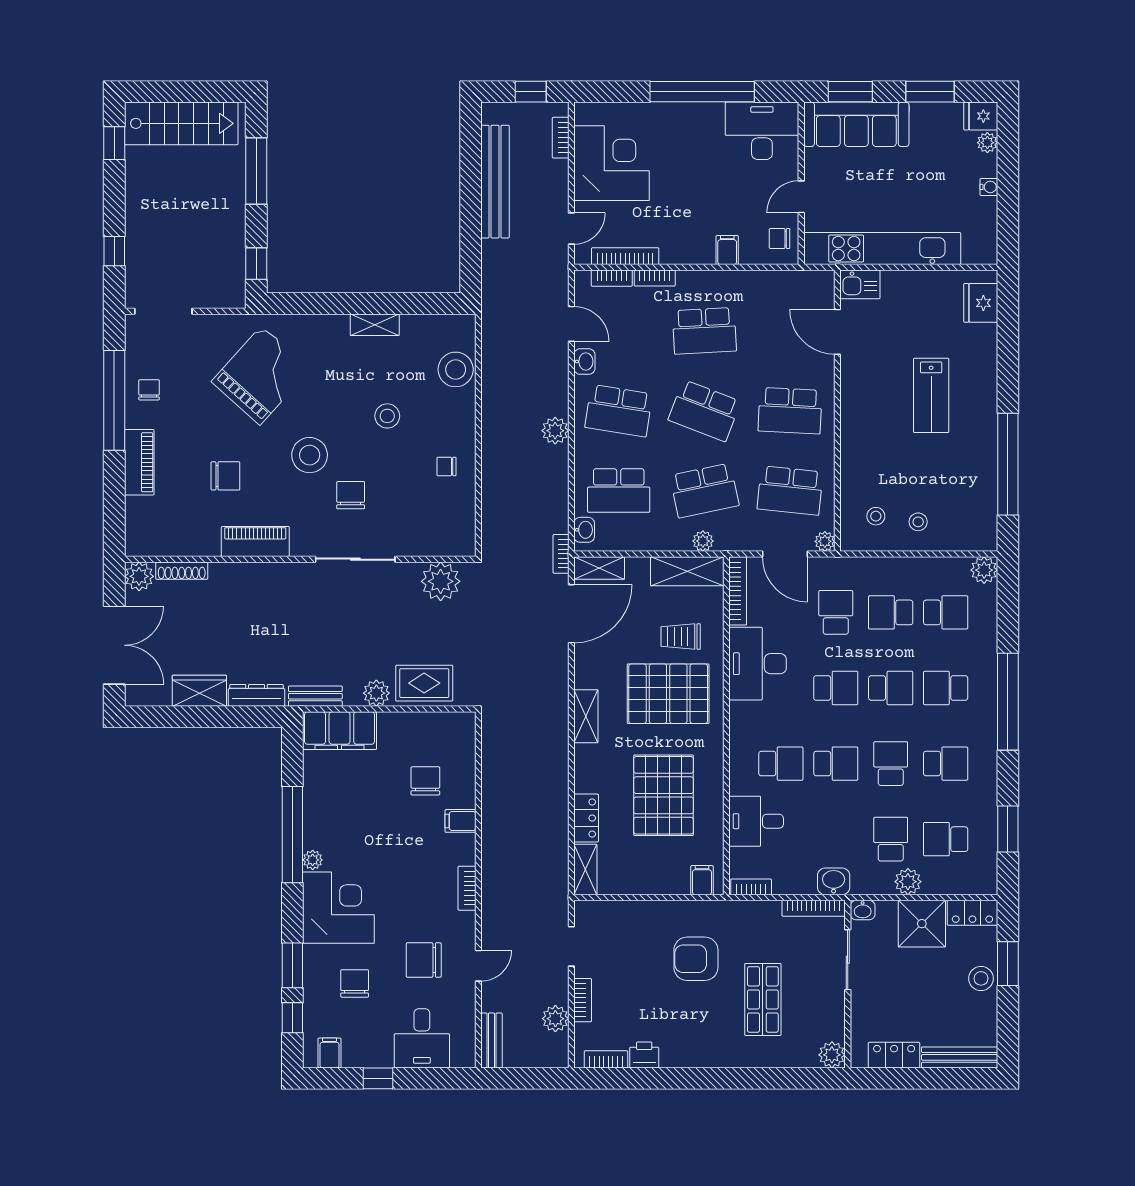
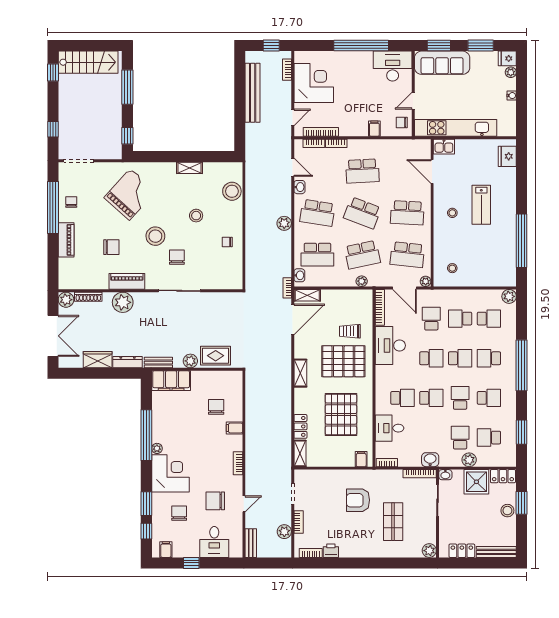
stool: (918, 522) -> (452, 213), moved
shelving: (687, 571) -> (353, 297), removed
plant: (441, 581) -> (123, 302), moved

